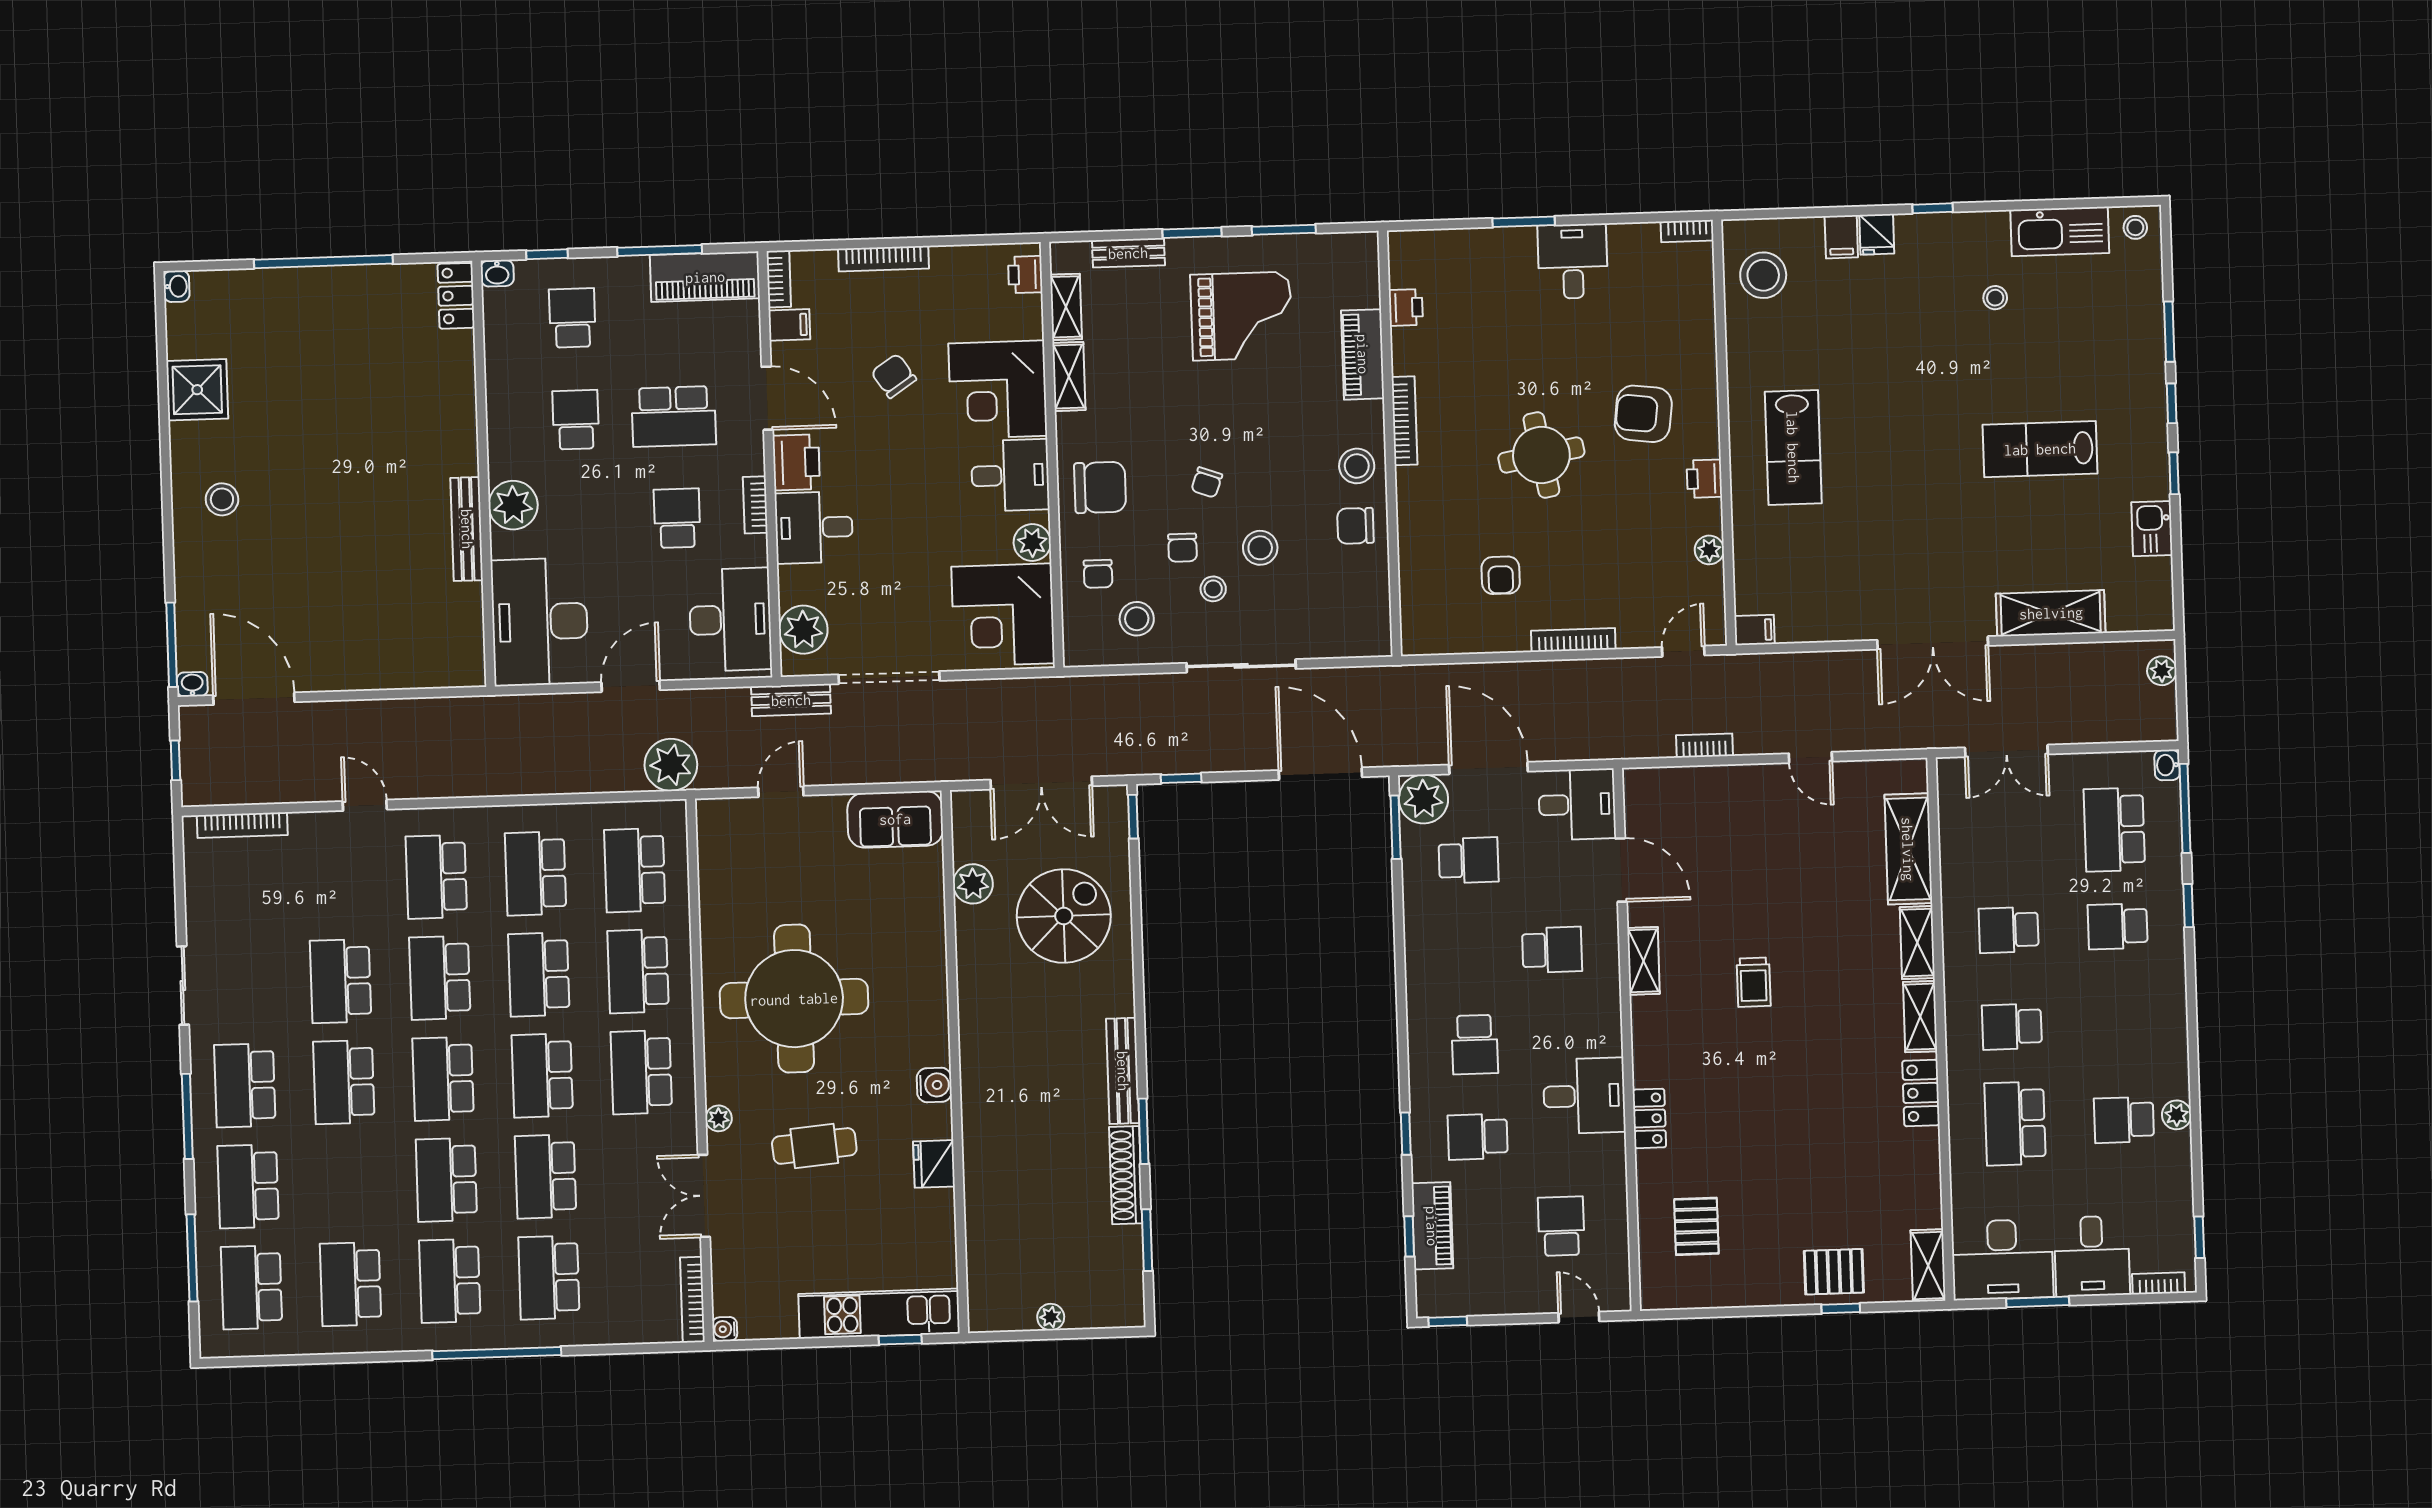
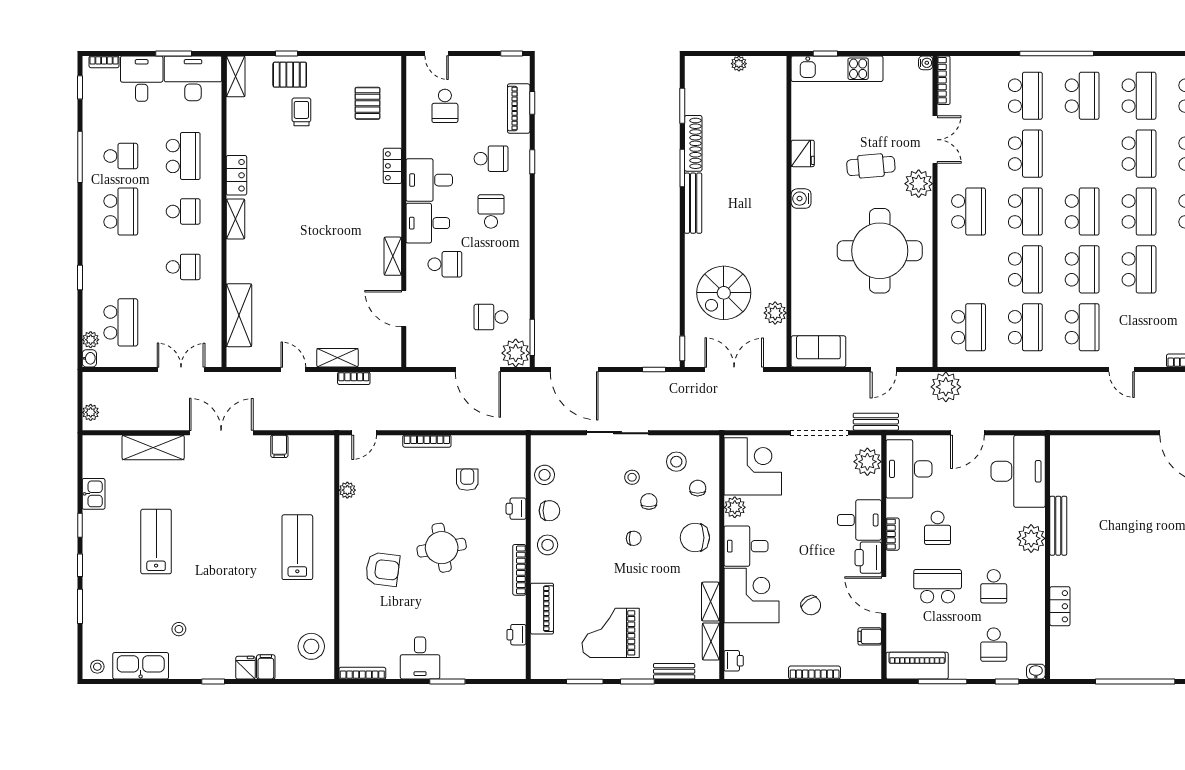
bookcase: (1687, 231) -> (362, 673), width x1.56
bookcase: (779, 279) -> (875, 663), removed
locker: (456, 296) -> (1060, 606), moved
lab bench: (2040, 449) -> (156, 542), turned -90
printer: (1704, 479) -> (516, 509), moved, turned 180
chair: (1207, 482) -> (634, 538), turned 70
stool: (1260, 548) -> (545, 475), moved
filing cabinet: (1754, 630) -> (279, 446), moved, turned -90
desk: (1577, 804) -> (428, 223), moved
window: (2185, 808) -> (80, 157), moved
school desk: (2118, 926) -> (121, 211), moved, width x1.85
shelving: (1917, 943) -> (337, 358), moved, turned 90
school desk: (1552, 950) -> (445, 264), turned 180
school desk: (638, 971) -> (969, 269), removed
trolley: (1754, 982) -> (301, 112), moved
plant: (2177, 1115) -> (91, 340), moved
plant: (719, 1118) -> (919, 184), width x1.88, depth x1.88
school desk: (446, 1180) -> (1139, 154), moved

